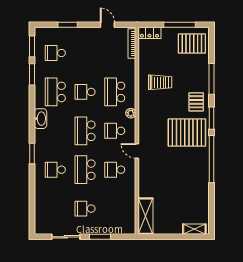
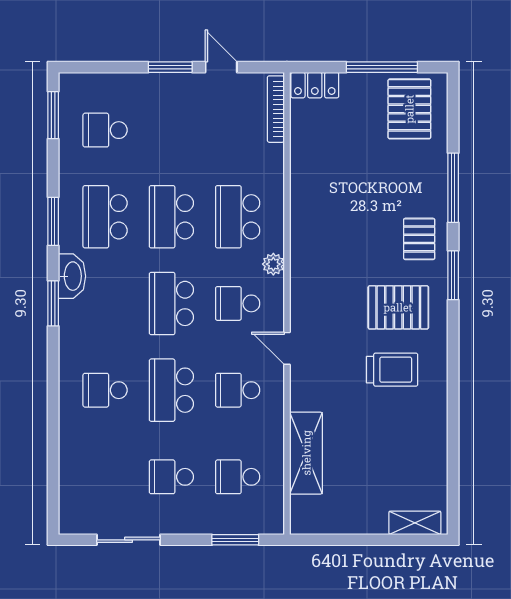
window: (68, 25) -> (170, 67), moved
pallet: (192, 44) -> (409, 109), turned 90
window: (32, 74) -> (53, 221), moved
trolley: (160, 82) -> (392, 370), moved
school desk: (85, 92) -> (171, 217), width x1.85
pallet: (187, 133) -> (398, 307), width x0.73, depth x0.71
window: (32, 153) -> (53, 303), moved
window: (211, 159) -> (453, 367), removed
school desk: (115, 209) -> (238, 477), added
shelving: (145, 216) -> (306, 453), moved
window: (100, 237) -> (235, 540), moved

